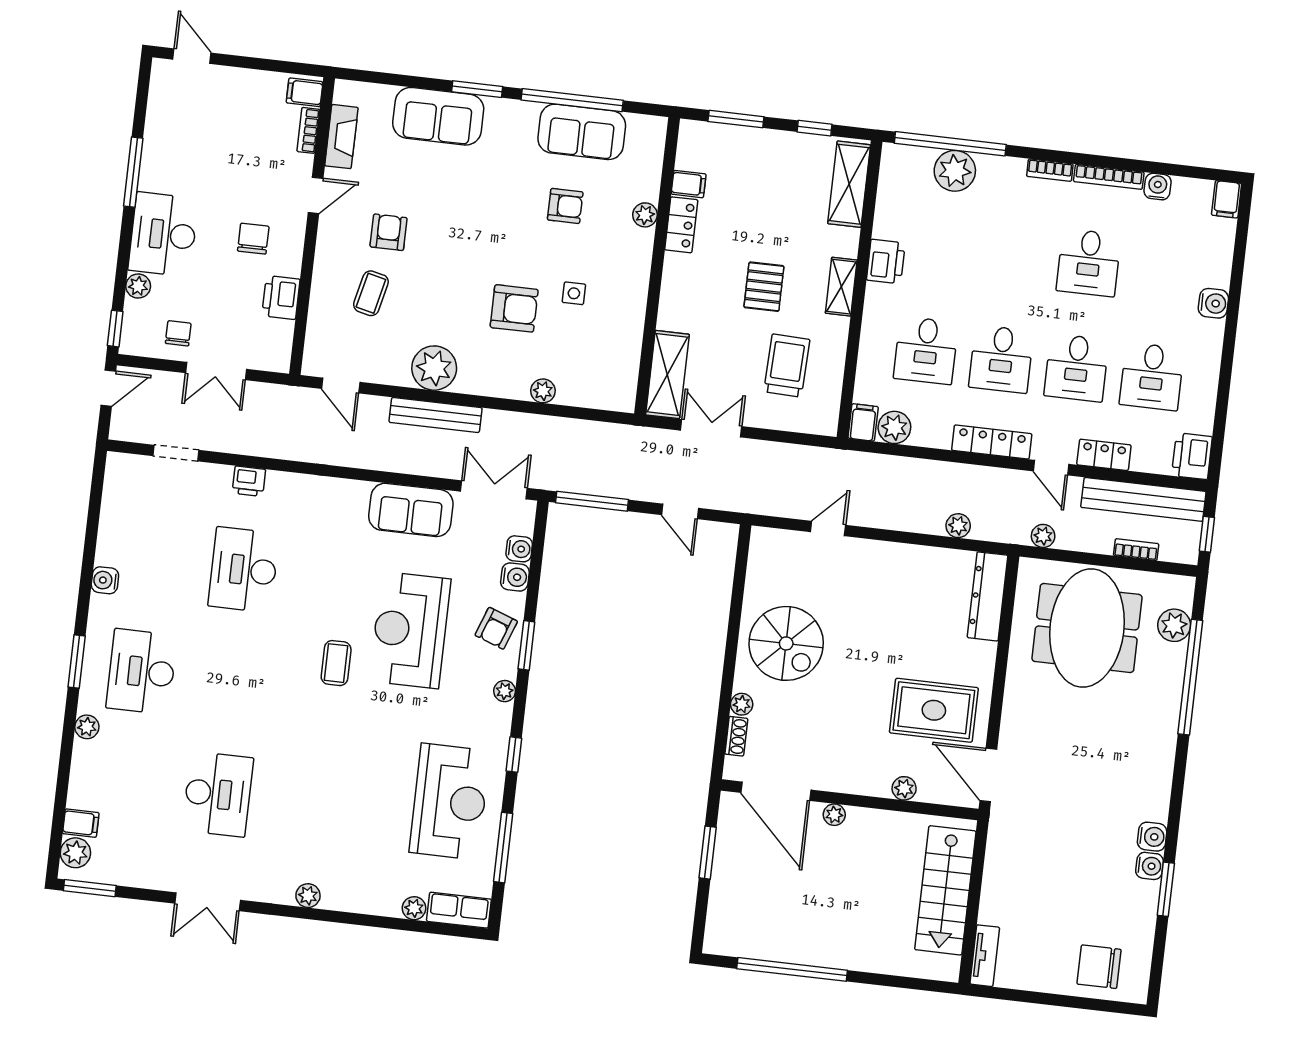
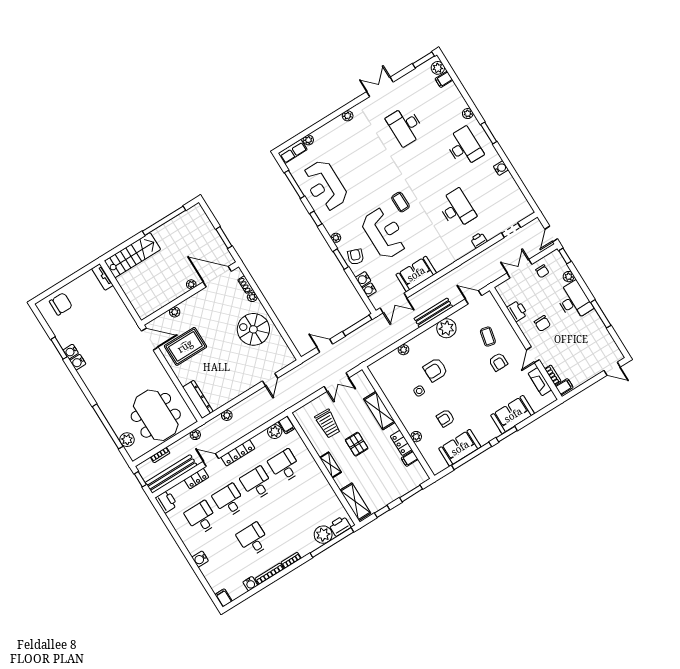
printer: (886, 261) -> (340, 526), moved, turned 90
shelving: (667, 375) -> (379, 411), moved
stairs: (945, 890) -> (132, 255), moved, turned 90

